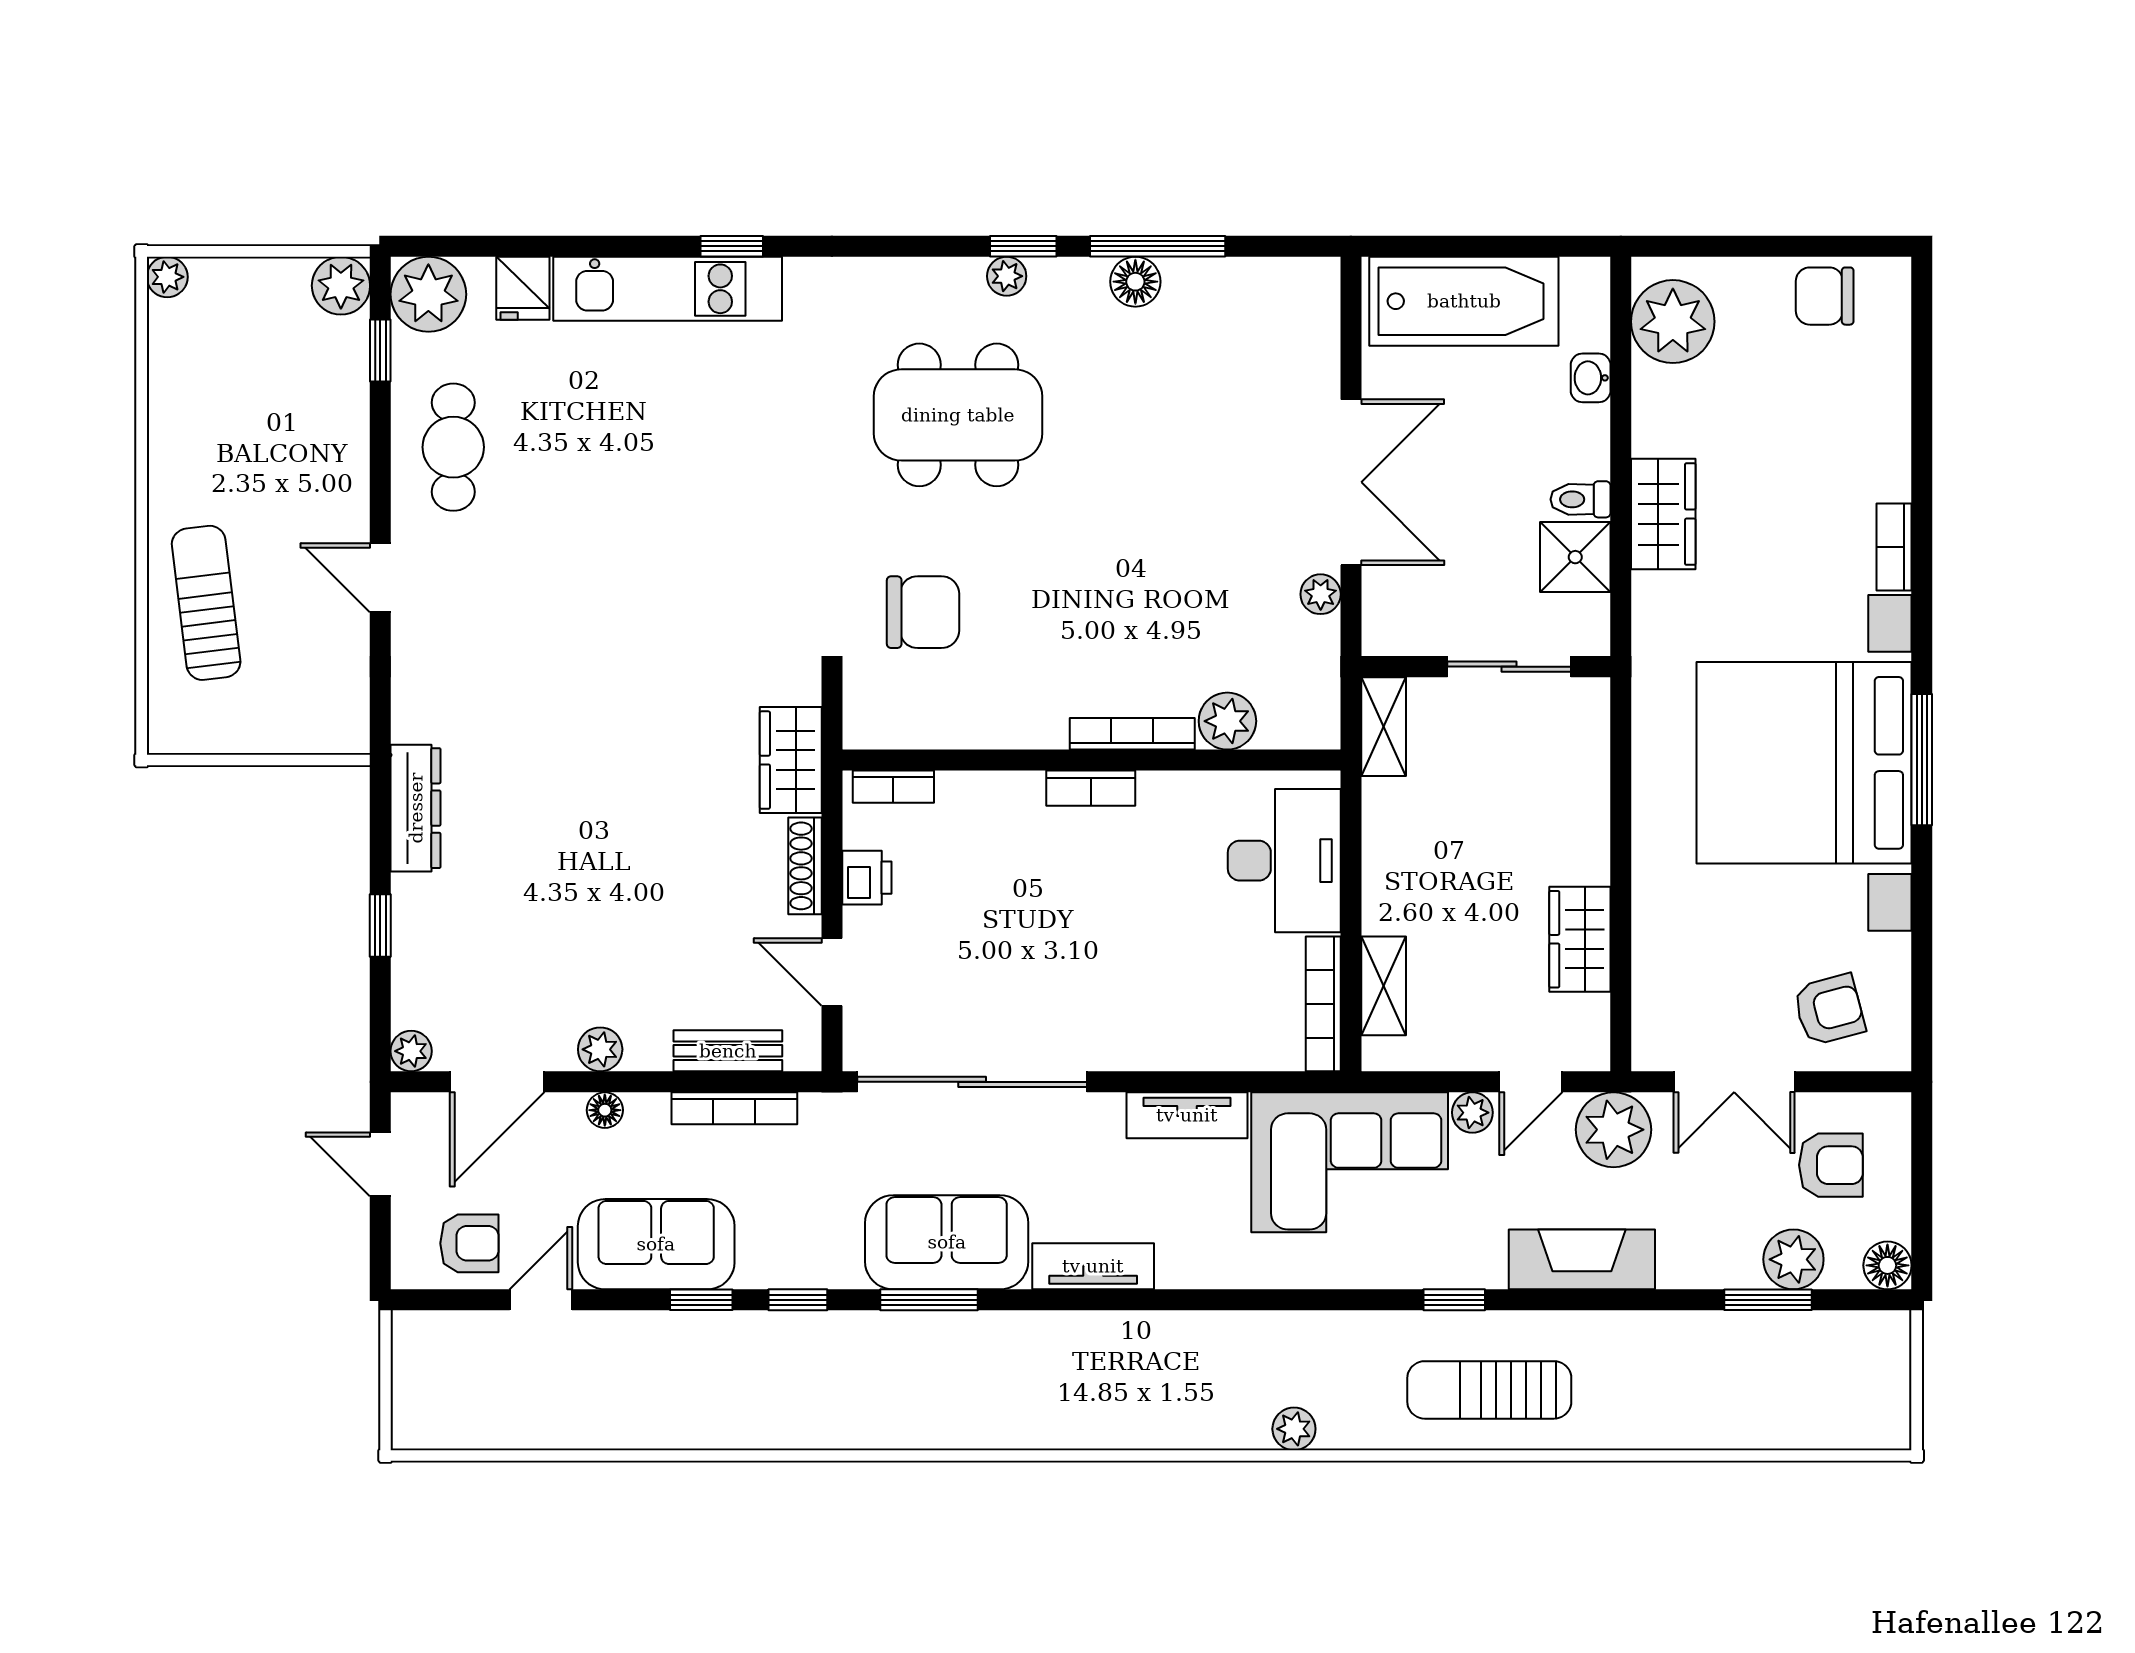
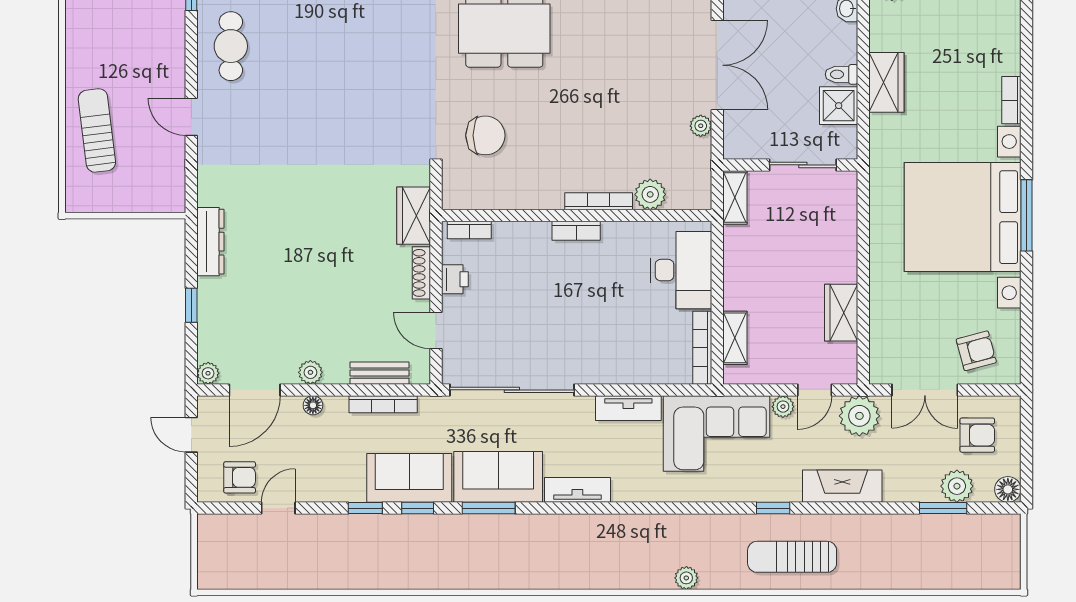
sofa: (656, 1244) -> (409, 478), moved

